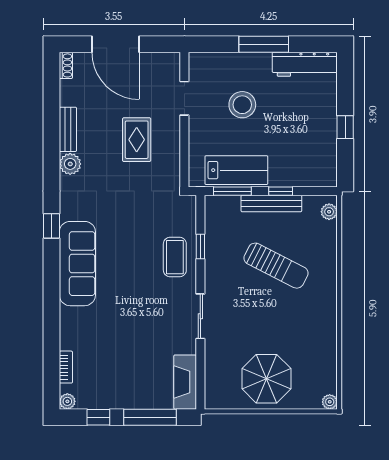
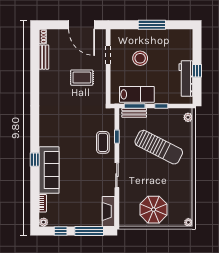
door: (115, 44) -> (82, 25), moved
workbench: (305, 64) -> (186, 79), moved, turned 90
bench: (68, 129) -> (44, 57), moved
rug: (137, 140) -> (82, 78), turned 90
plant: (70, 164) -> (45, 91), removed
bench: (271, 203) -> (134, 113), moved, width x0.73
window: (51, 226) -> (35, 160), moved
sofa: (77, 264) -> (49, 170), moved
sun lounger: (276, 266) -> (159, 147), width x1.36, depth x1.34

